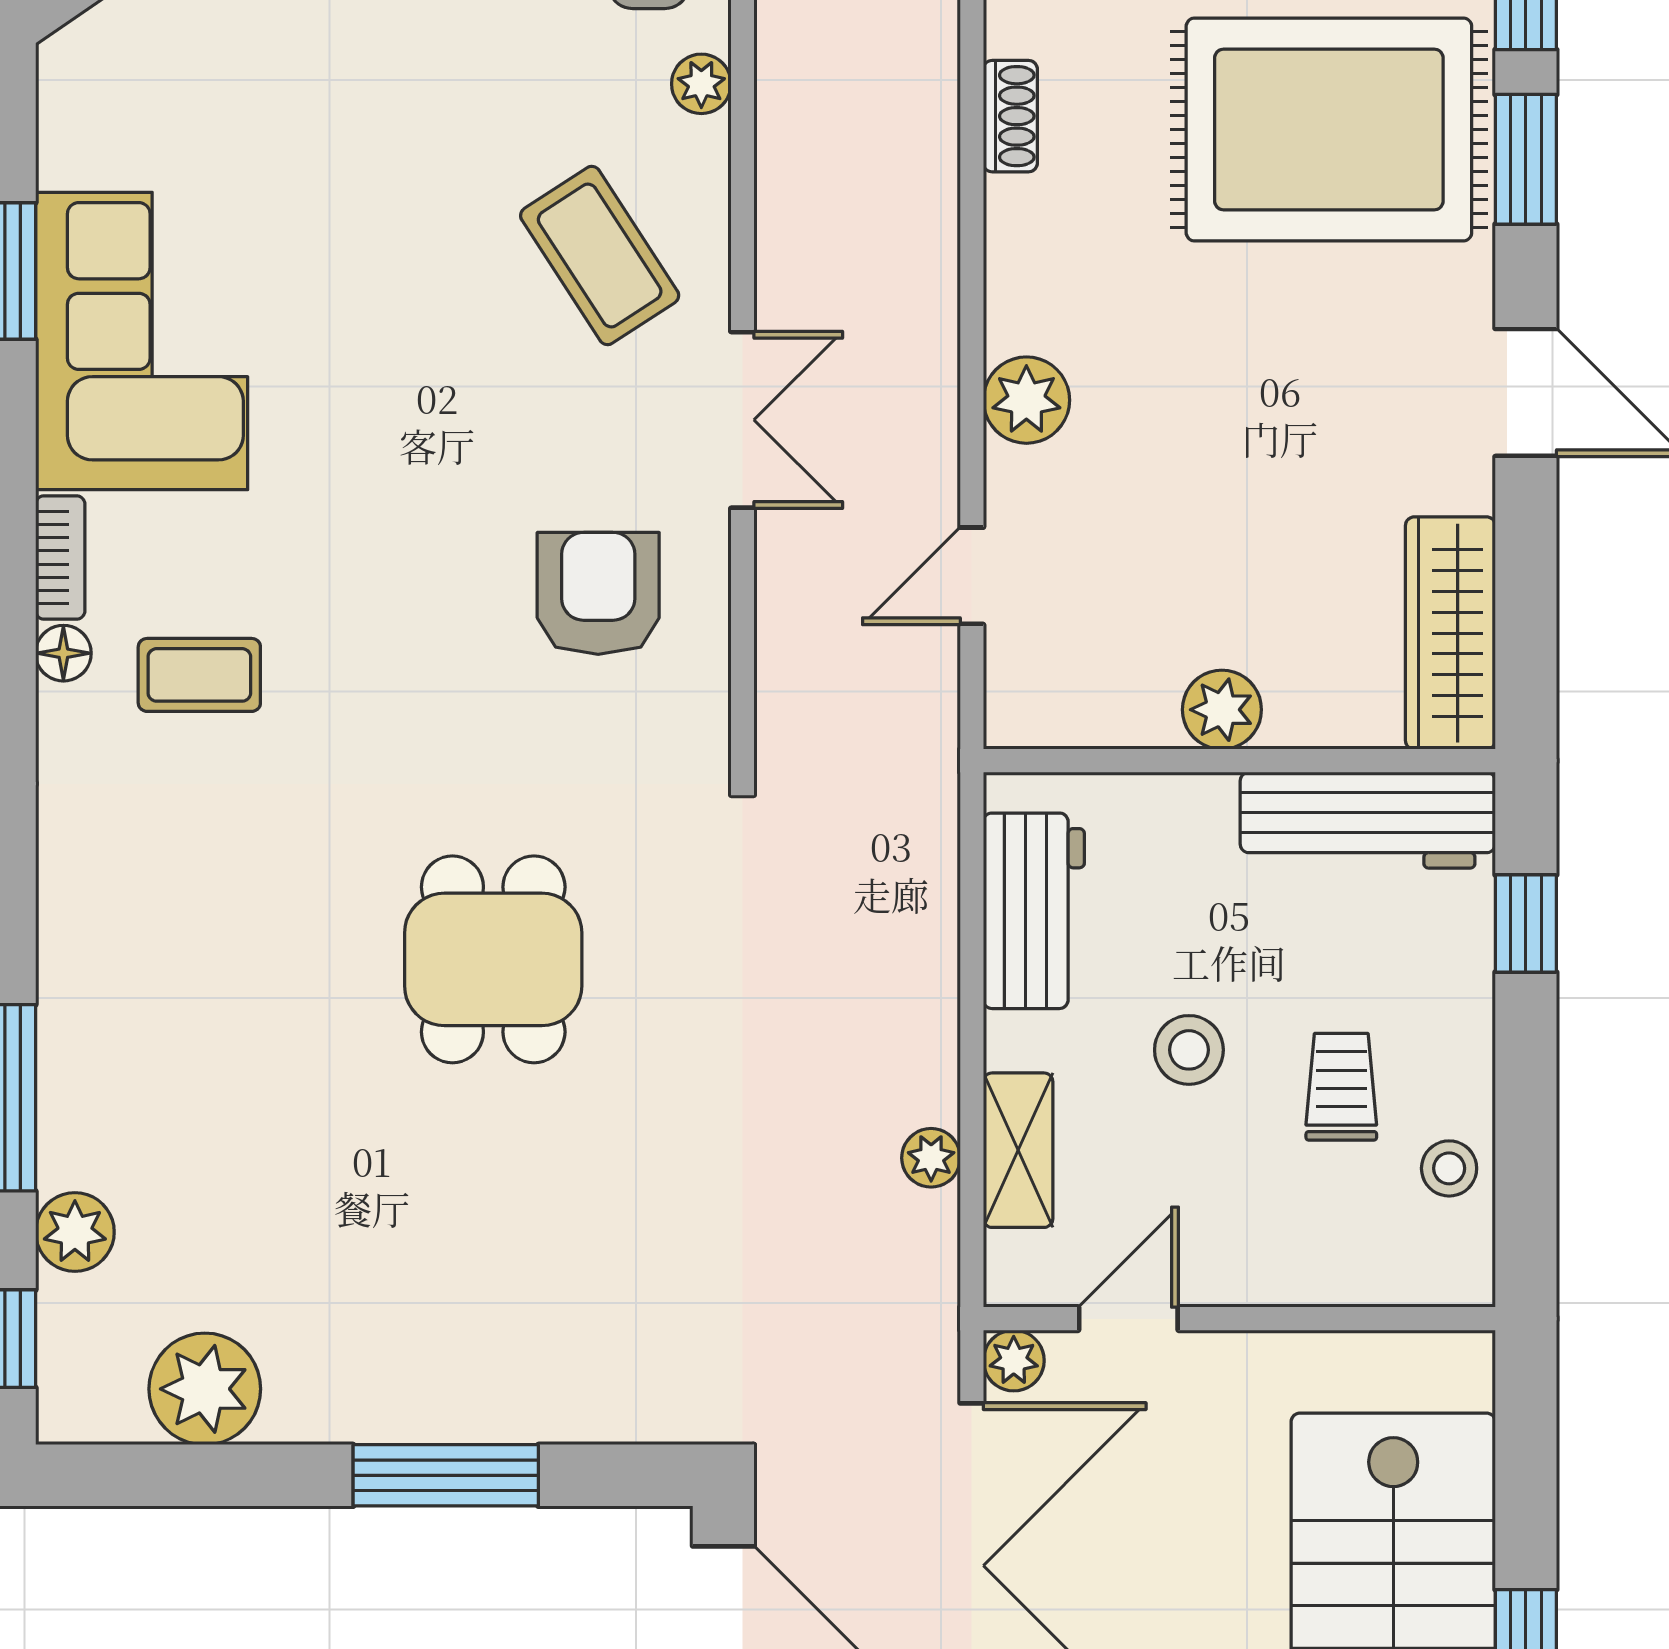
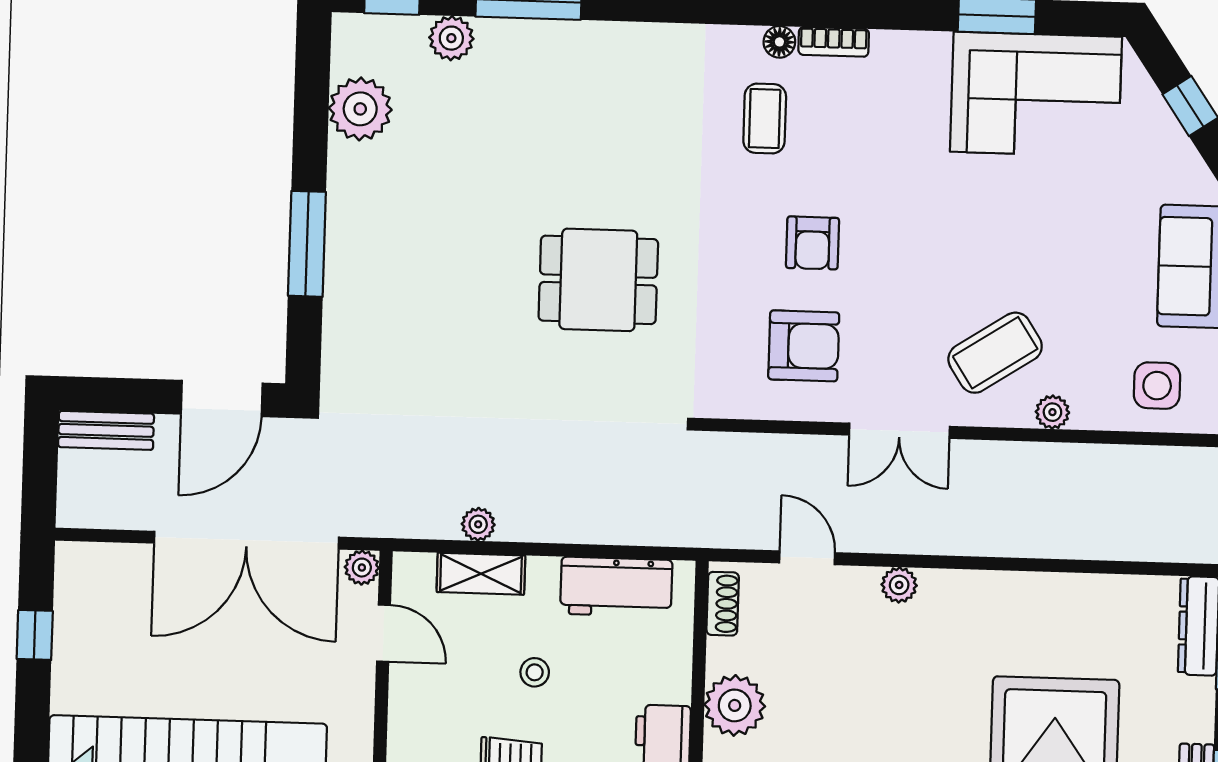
plant: (701, 84) -> (1052, 412), moved
shoe rack: (1010, 116) -> (723, 604), moved, turned -90
corner sofa: (142, 341) -> (1036, 94), moved
plant: (1026, 400) -> (899, 585), width x0.73, depth x0.73
armchair: (416, 584) -> (813, 243), added
plant: (1222, 710) -> (735, 705), width x1.36, depth x1.36
stool: (1189, 1050) -> (535, 672), width x0.73, depth x0.73

